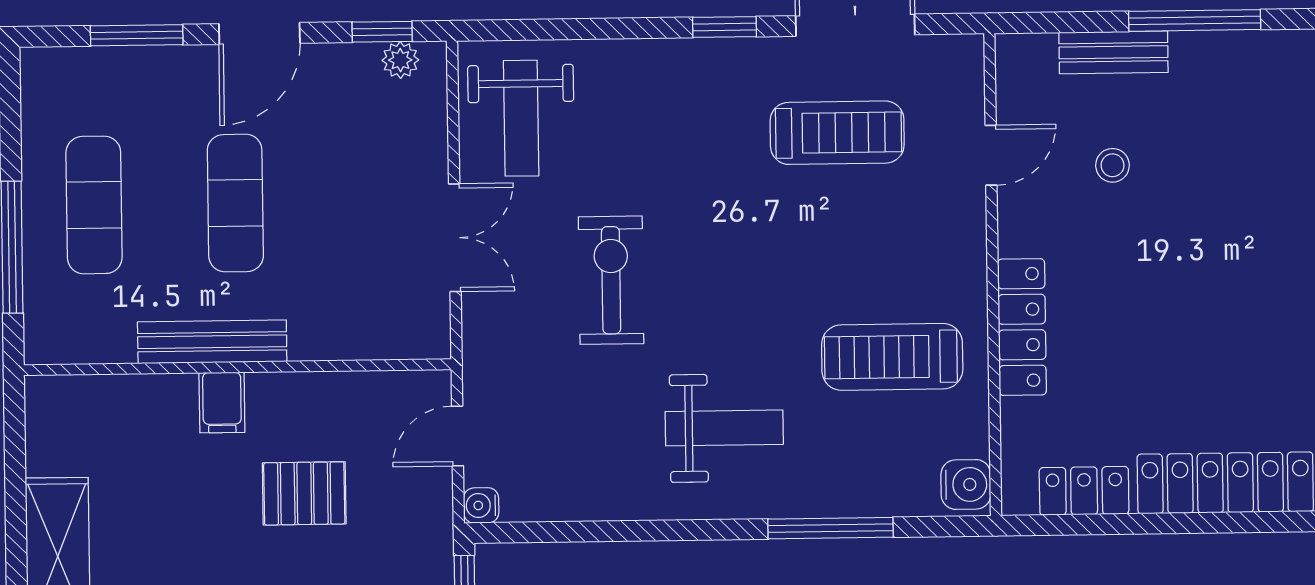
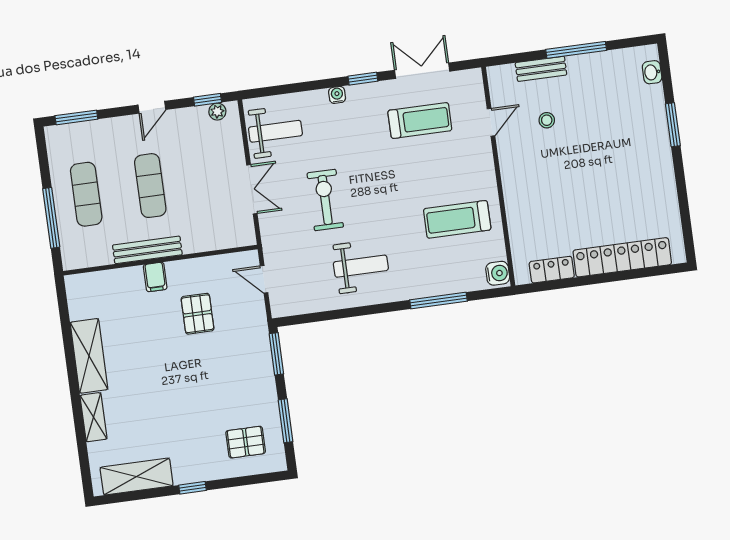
door: (259, 33) -> (152, 107), width x0.73
window: (137, 35) -> (76, 117), moved
weight bench: (521, 118) -> (275, 131), turned -90
locker: (1022, 327) -> (514, 199), removed
weight bench: (724, 428) -> (361, 266), moved
door: (458, 436) -> (264, 279), hinge flipped
pallet: (304, 493) -> (198, 314), turned 90
water cooler: (481, 505) -> (337, 95), moved, turned 90

